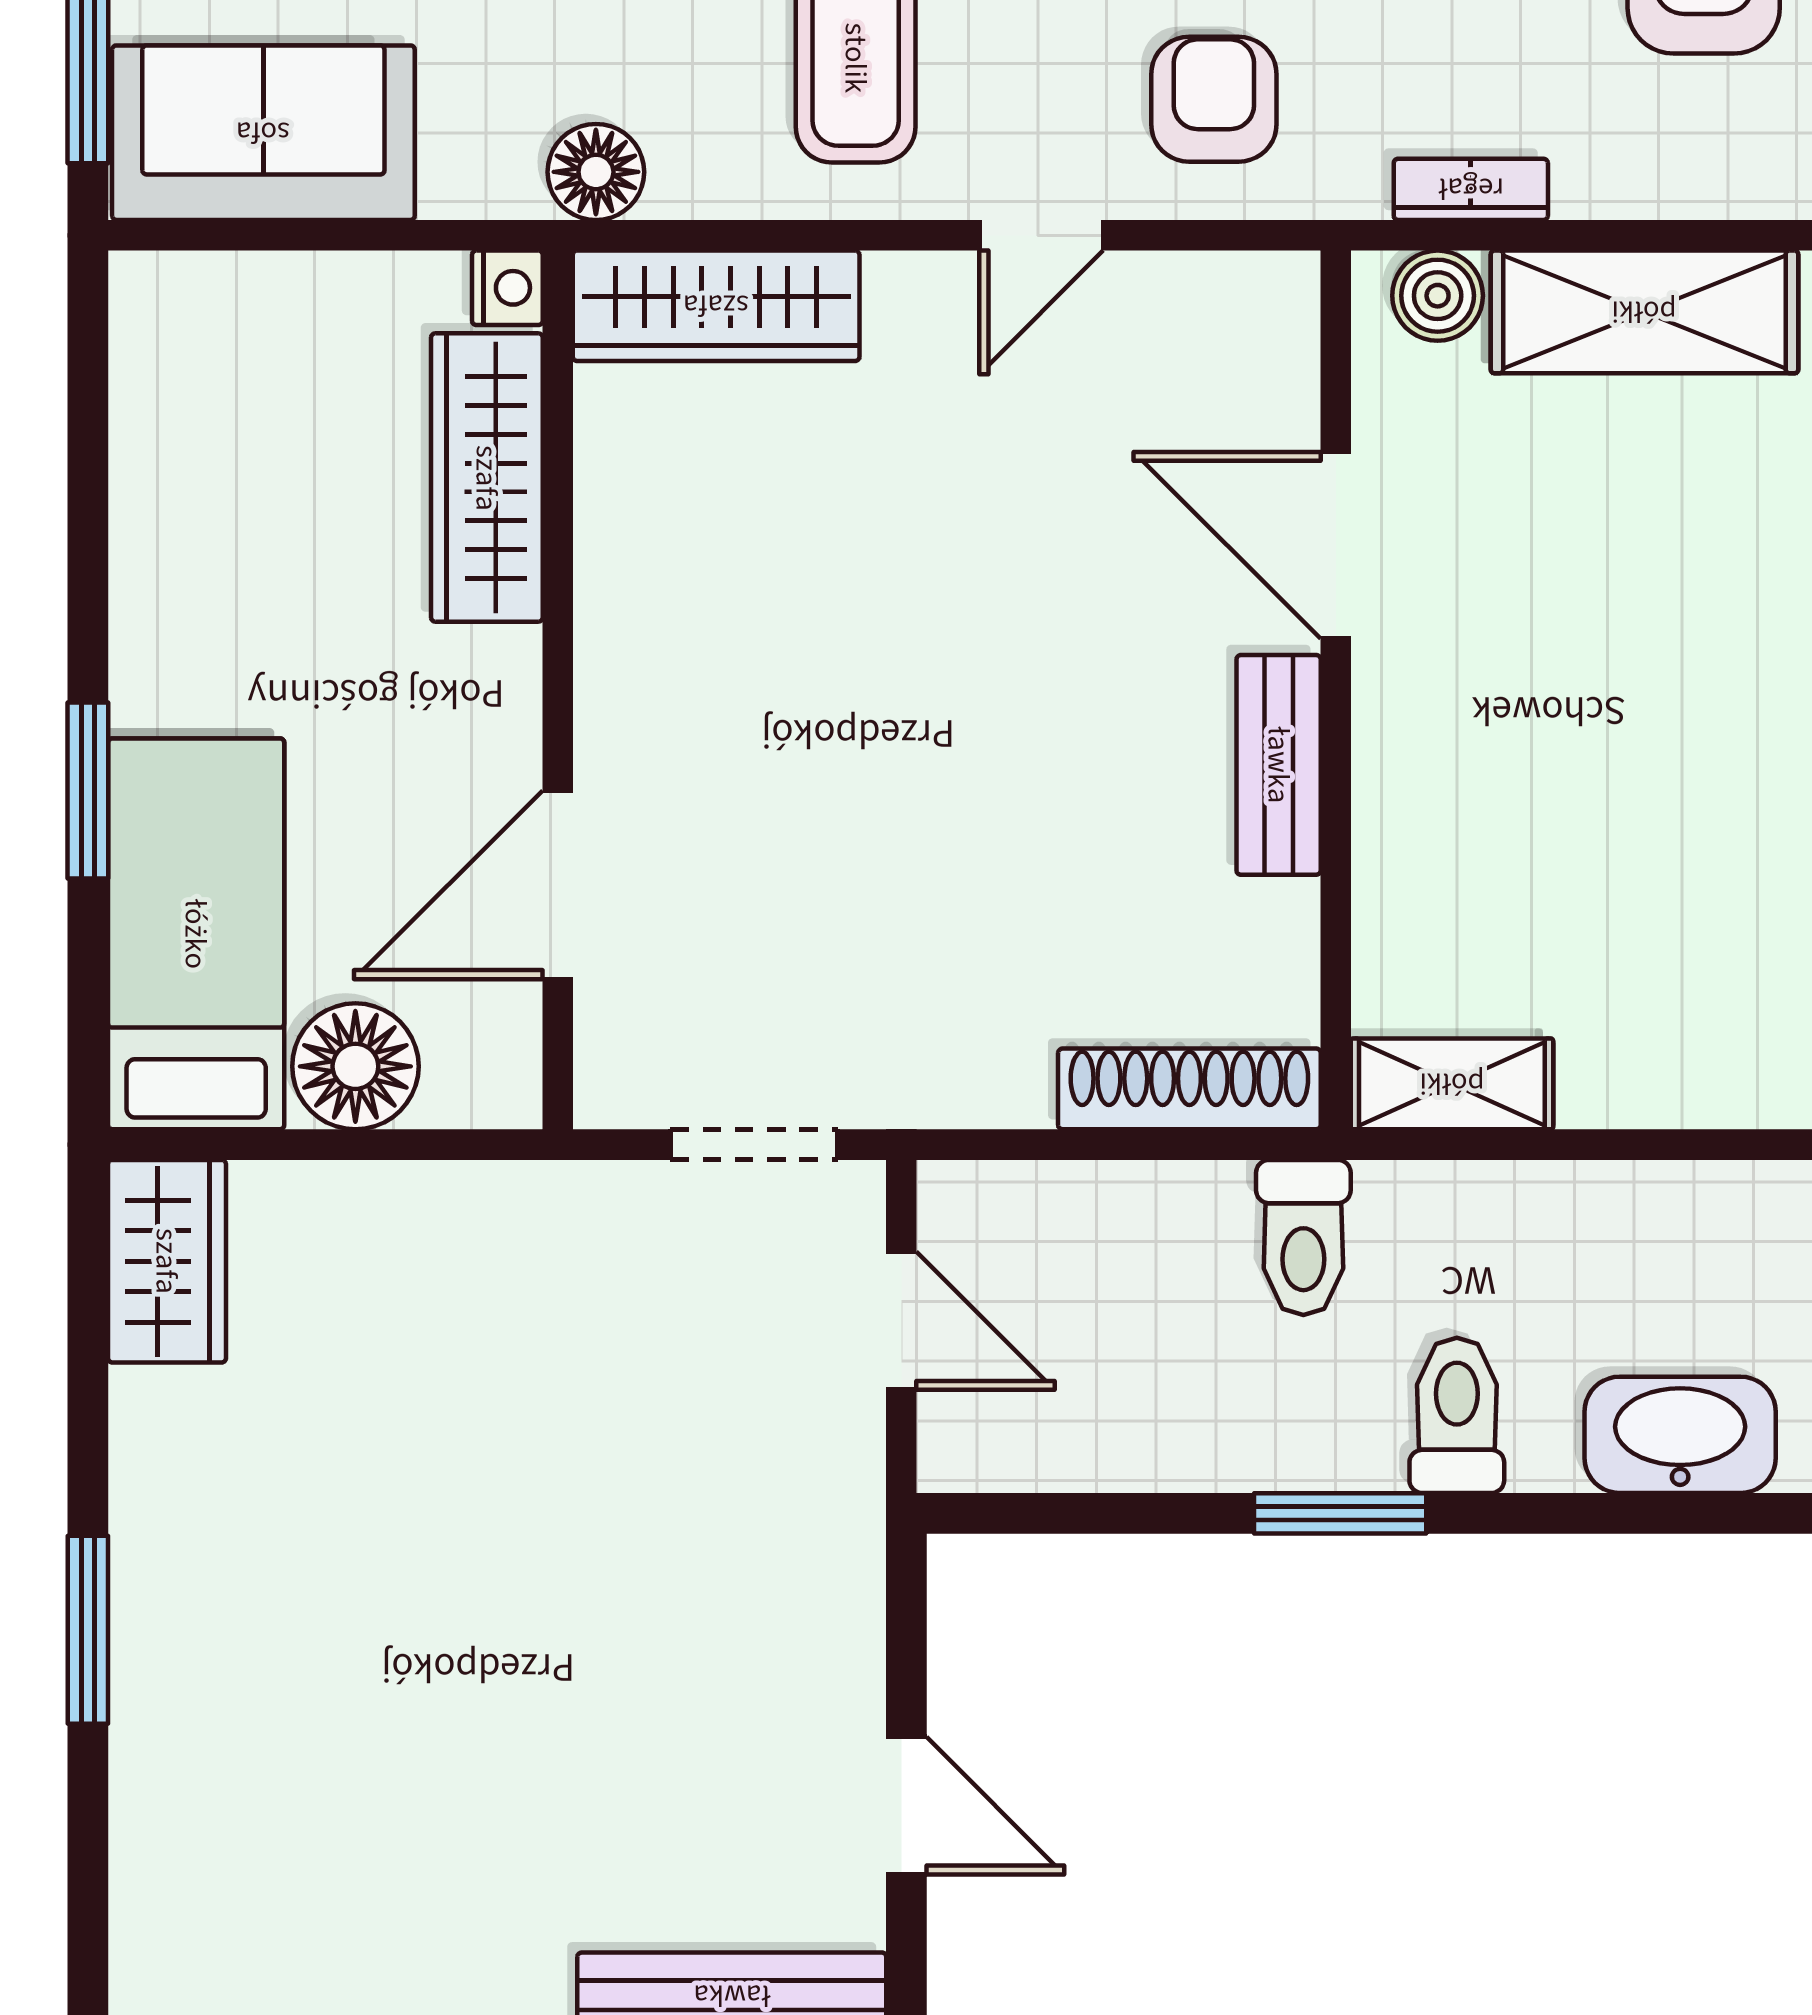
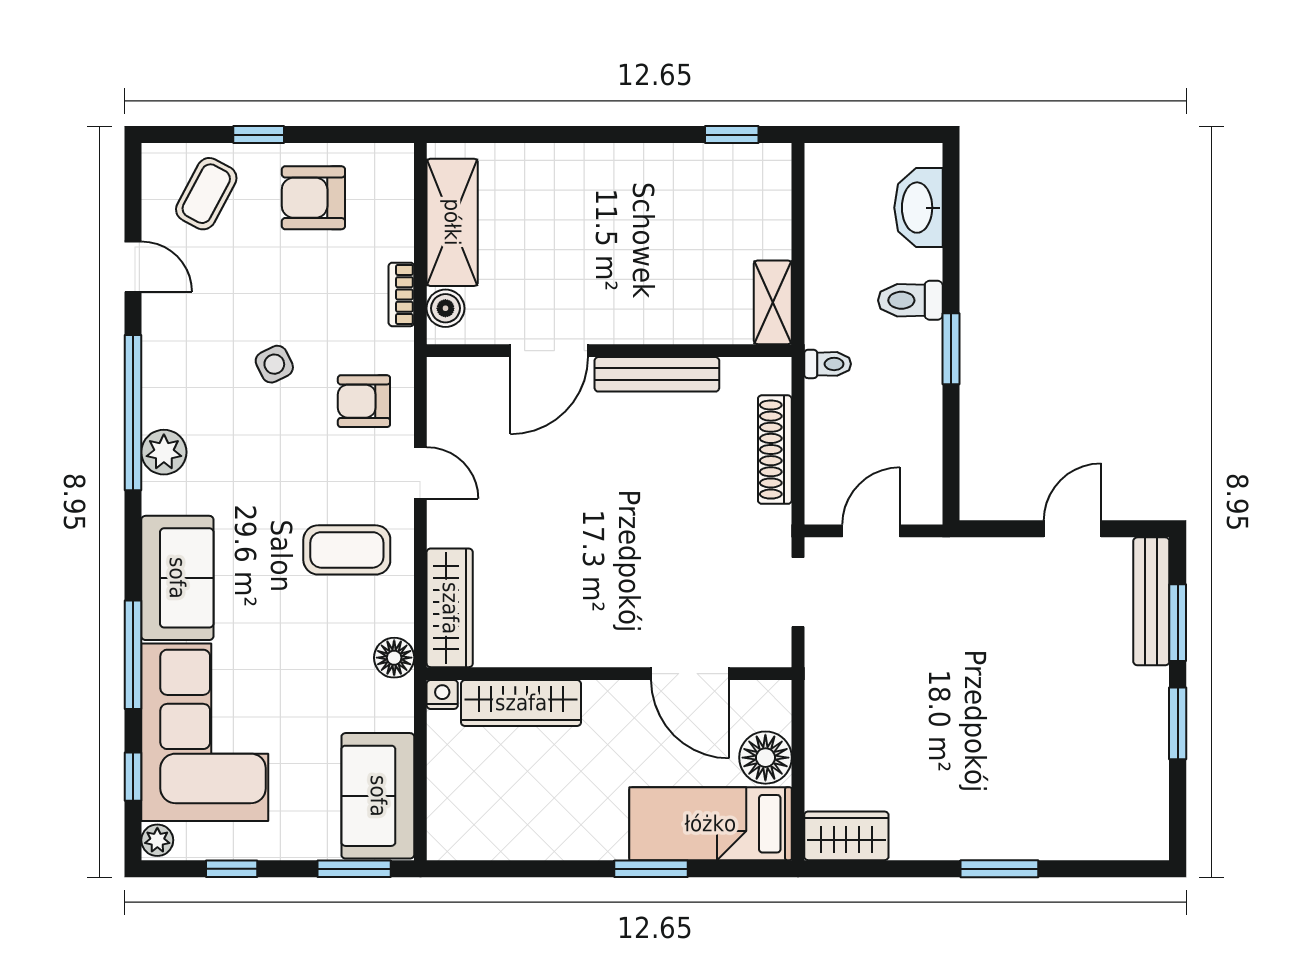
bench: (1279, 765) -> (657, 374), width x1.36
shoe rack: (1189, 1089) -> (775, 450), moved
toilet: (1303, 1237) -> (828, 364), width x0.73, depth x0.72

